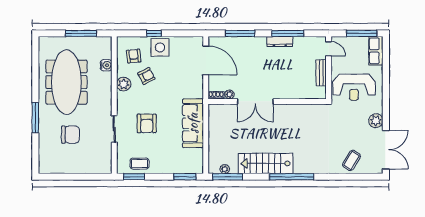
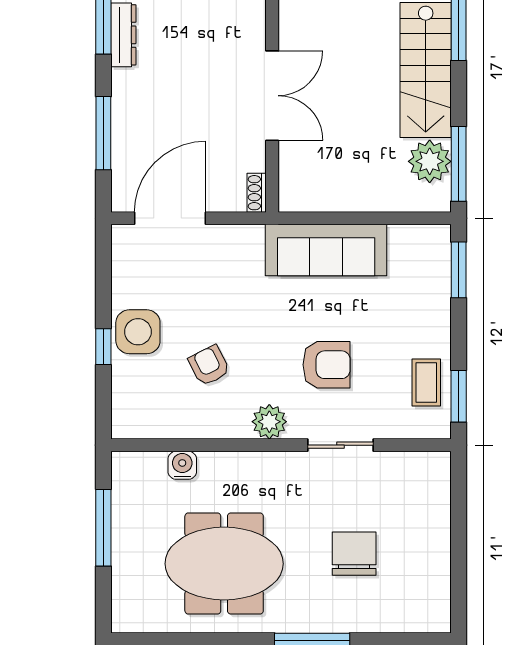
armchair: (134, 56) -> (160, 397), removed
meeting table: (66, 82) -> (224, 564), width x0.73
plant: (124, 84) -> (269, 422), moved
plant: (230, 94) -> (255, 159), removed
plant: (225, 169) -> (430, 161), width x1.87, depth x1.87

